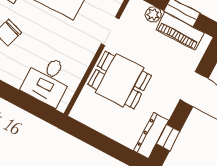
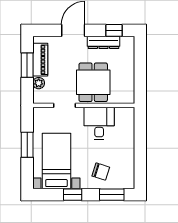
desk: (47, 80) -> (99, 123), moved, turned -90
dresser: (151, 136) -> (104, 42), moved

